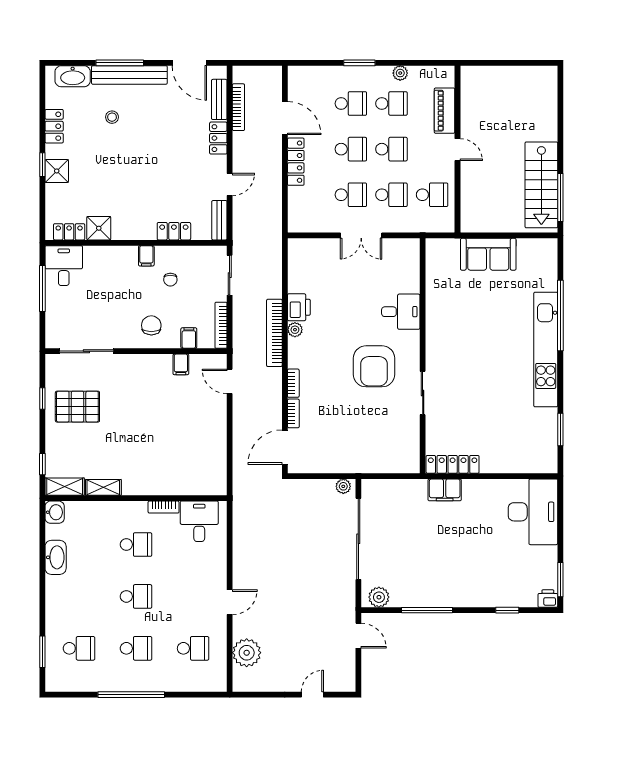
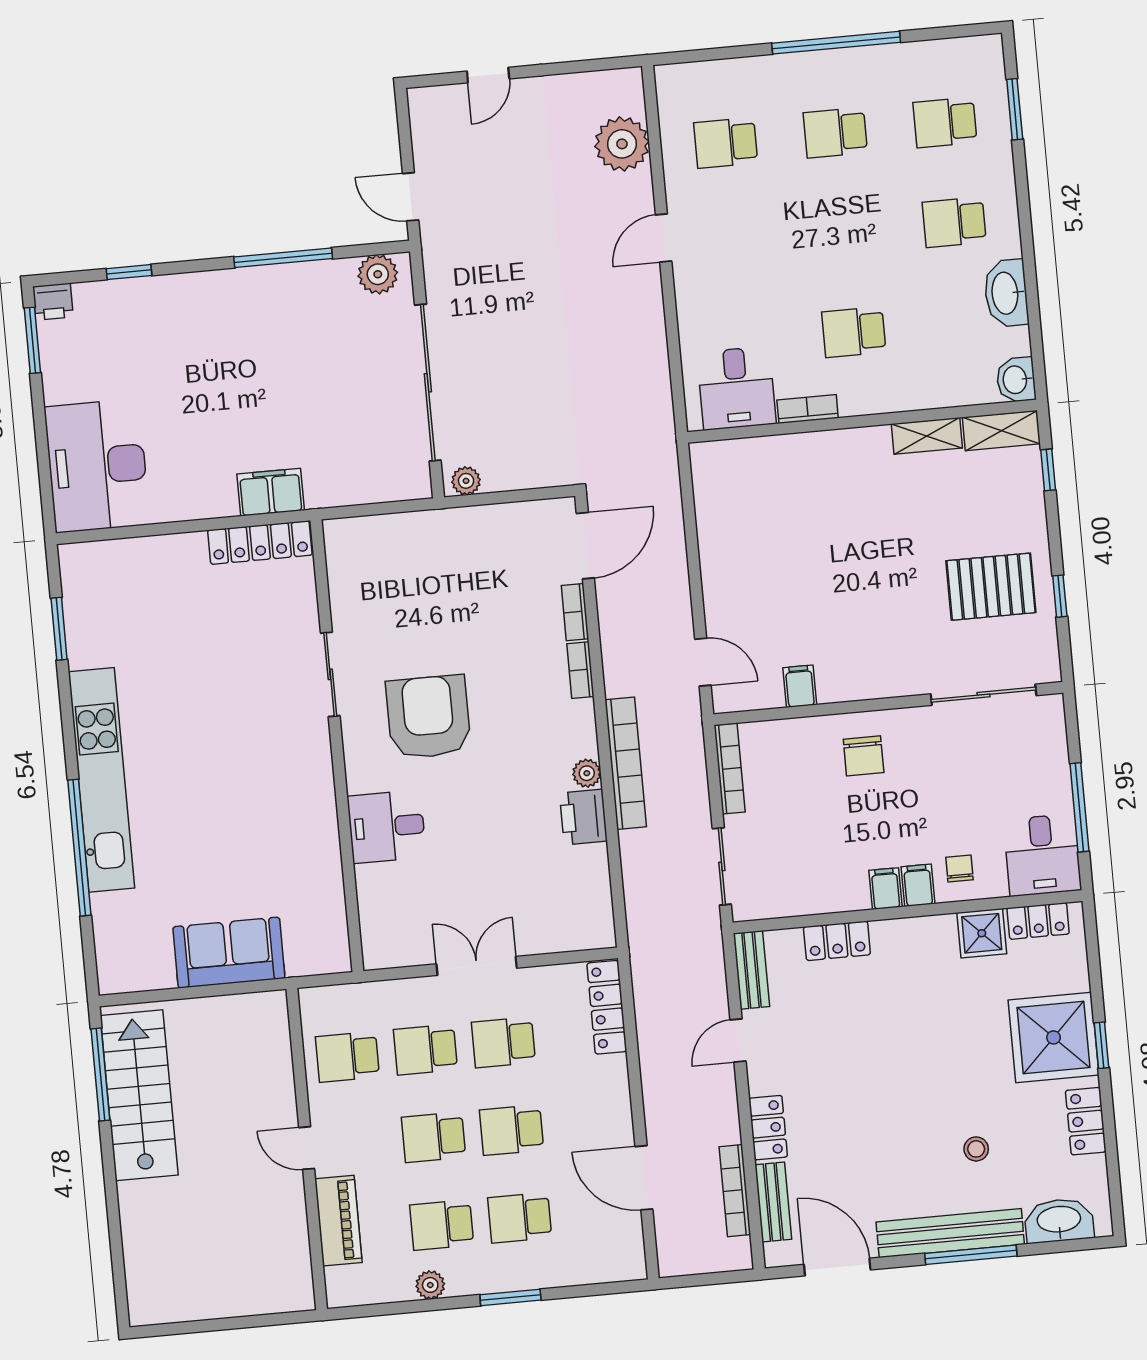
locker: (296, 162) -> (607, 1007), moved
shower: (57, 171) -> (1054, 1037), width x1.86, depth x1.86
chair: (170, 280) -> (959, 868), moved
filing cabinet: (189, 338) -> (918, 885), moved, turned 180
school desk: (136, 596) -> (954, 222), moved

